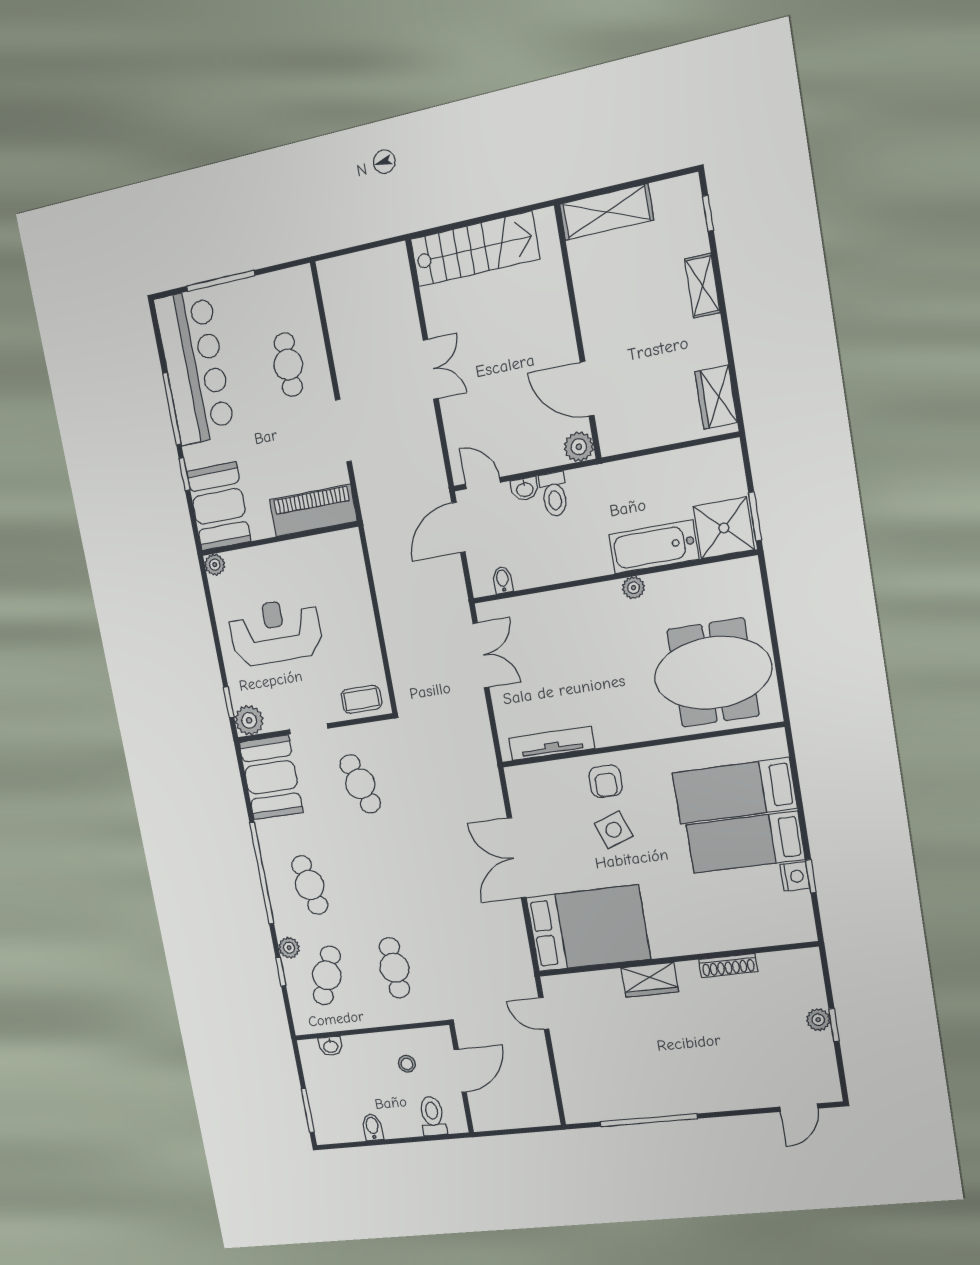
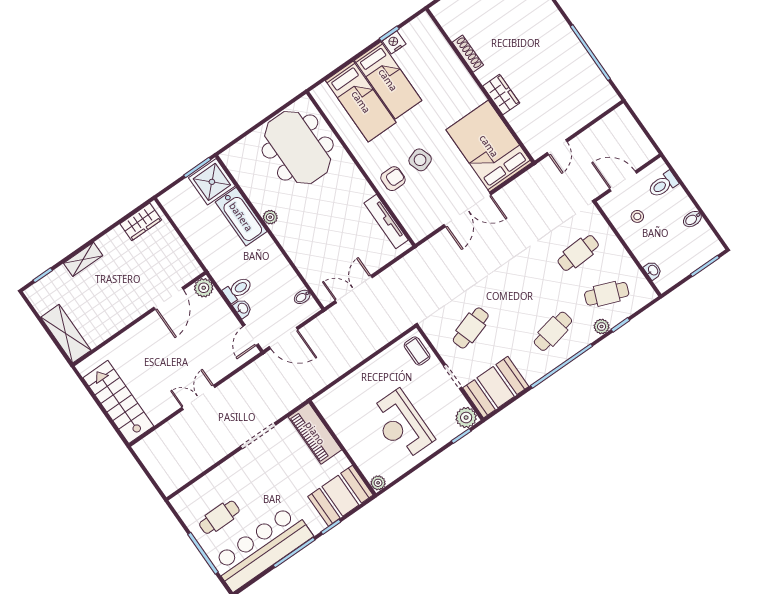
cafe table: (288, 365) -> (219, 517), moved

